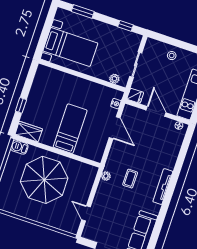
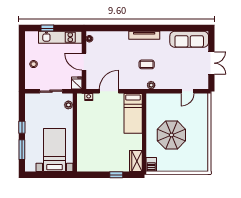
window: (126, 26) -> (22, 127), moved
door: (156, 111) -> (84, 62), hinge flipped
bed: (70, 129) -> (133, 113), moved, turned -90
parasol: (44, 180) -> (171, 135), width x0.73, depth x0.73

